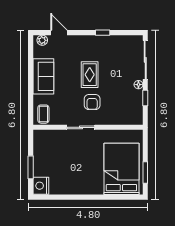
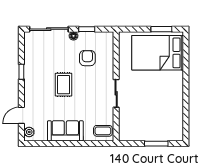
rug: (90, 75) -> (64, 85), turned 90
armchair: (92, 102) -> (87, 58), moved, turned -90
nightstand: (41, 186) -> (175, 133), removed

